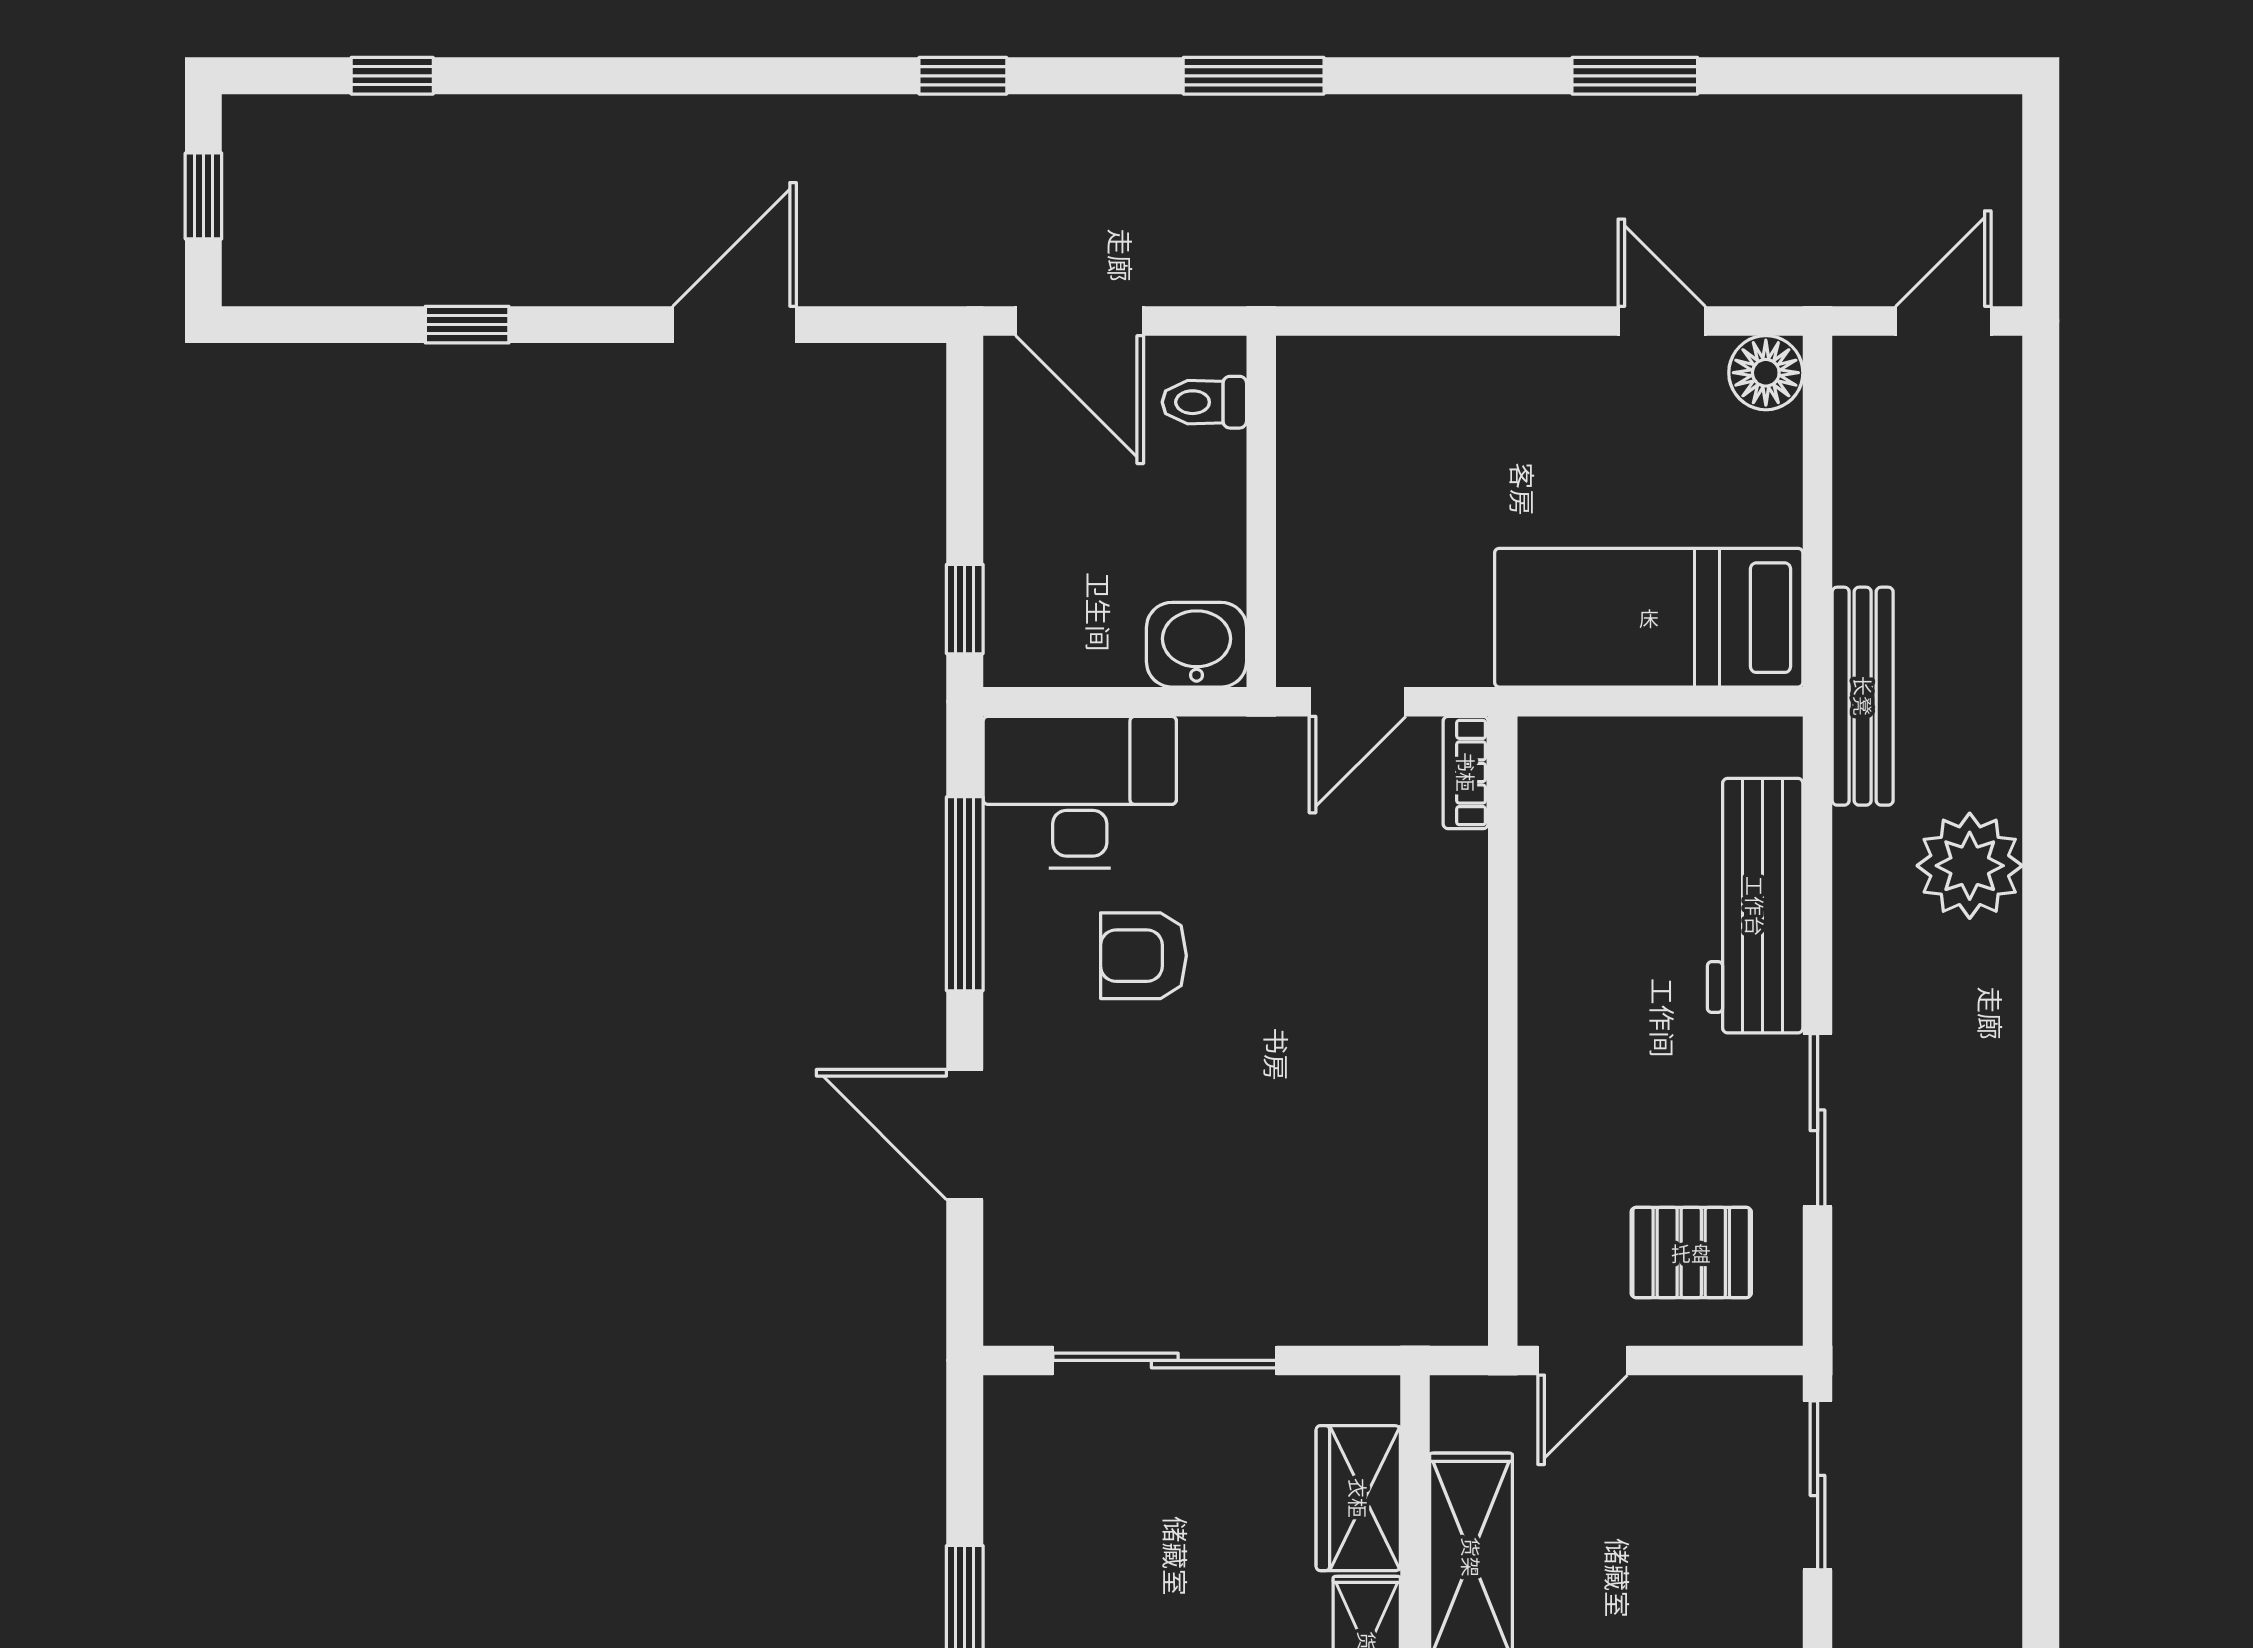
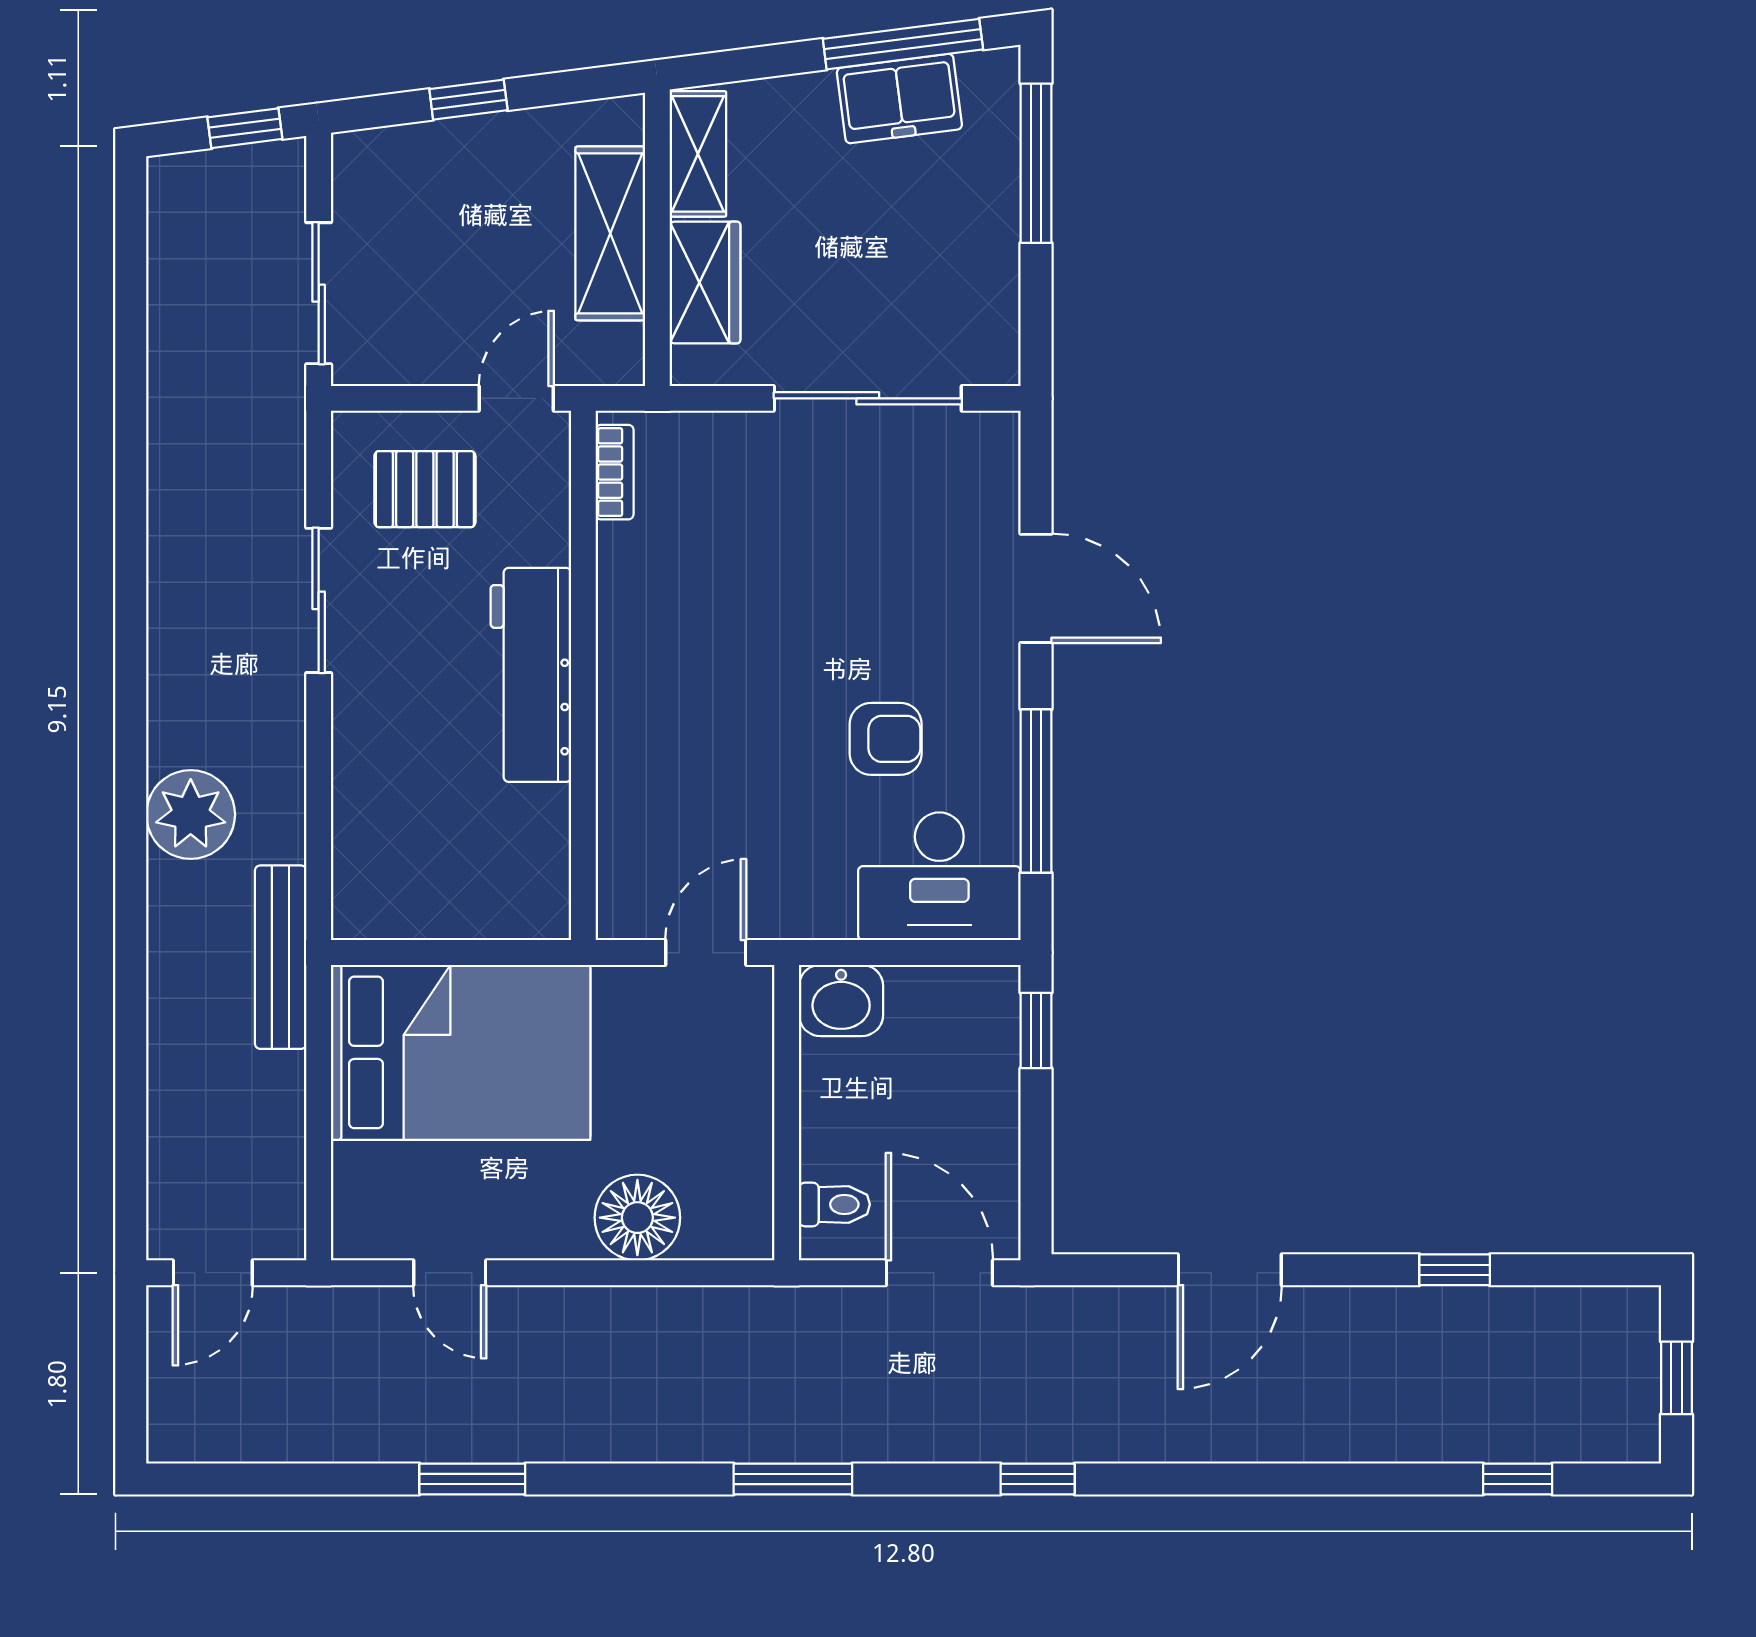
floor lamp: (1766, 373) -> (637, 1218), moved, width x1.38, depth x1.38
bed: (1649, 618) -> (461, 1052), width x1.50
bookcase: (1466, 772) -> (615, 472), moved
workbench: (1755, 906) -> (531, 675), moved, turned 180

